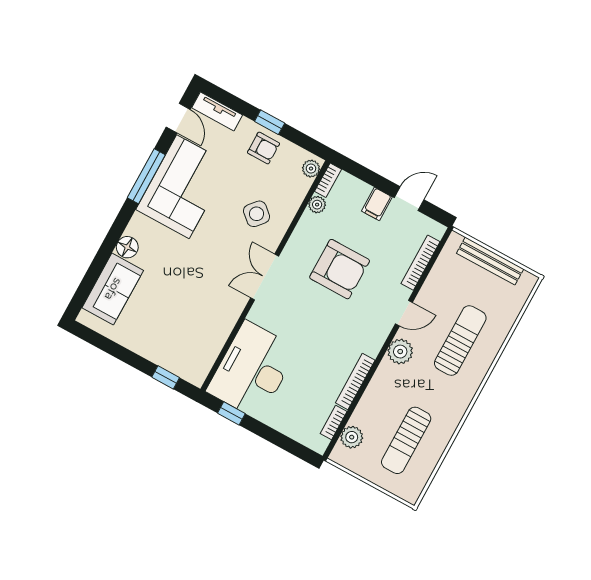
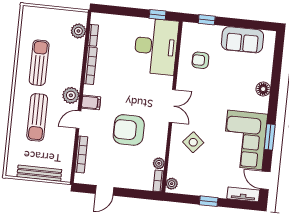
armchair: (263, 148) -> (200, 60), moved
window: (146, 176) -> (270, 137), width x0.69
filing cabinet: (377, 204) -> (91, 102), moved, turned 90
sofa: (113, 289) -> (242, 40), moved, turned -90
sun lounger: (406, 440) -> (39, 63), moved

